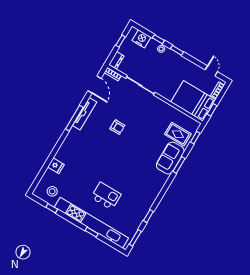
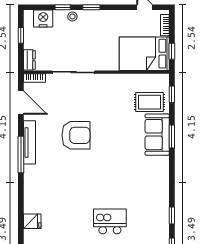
armchair: (117, 127) -> (76, 135), width x1.88, depth x1.88

